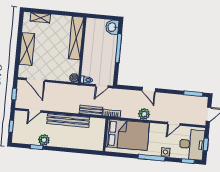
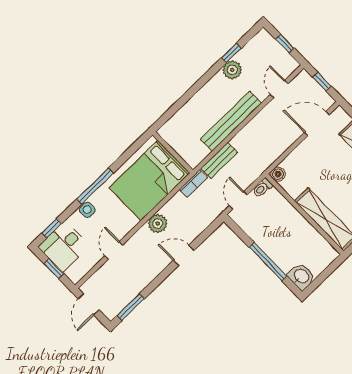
desk: (192, 144) -> (64, 246), width x0.73

